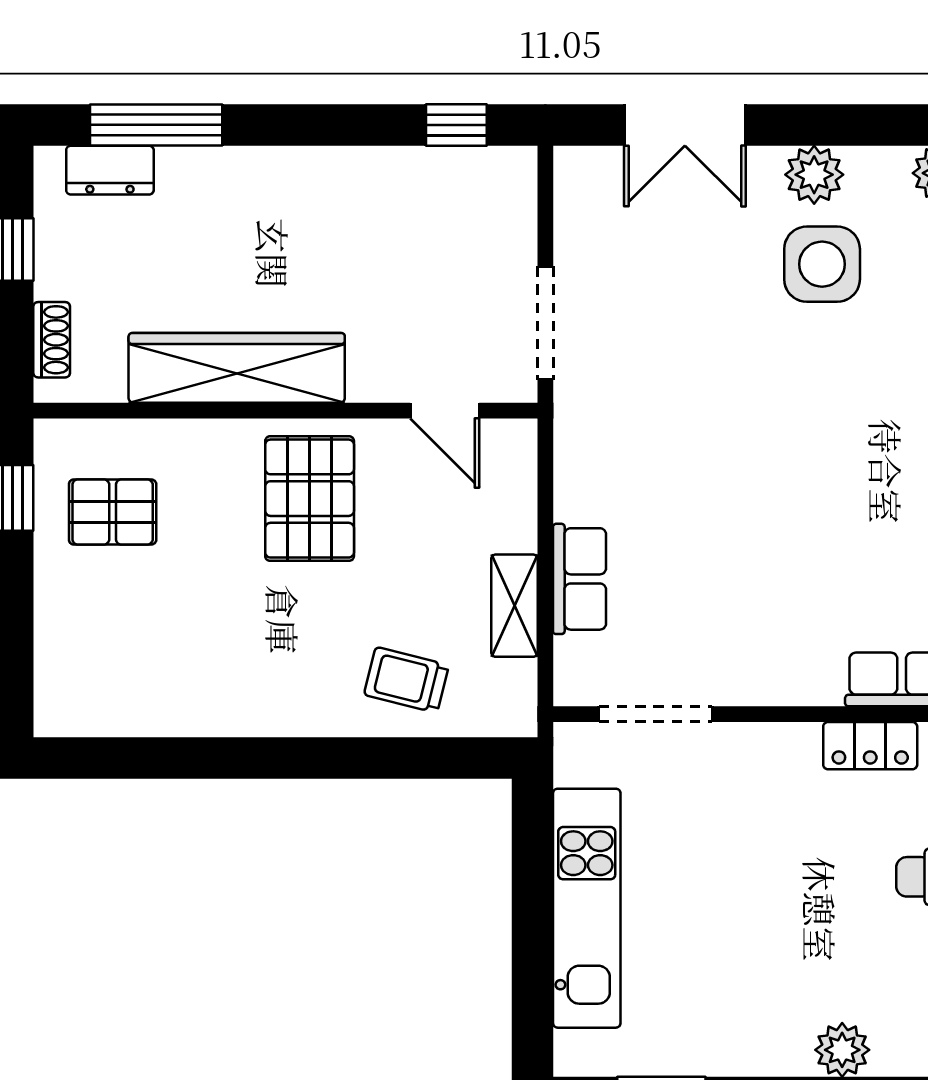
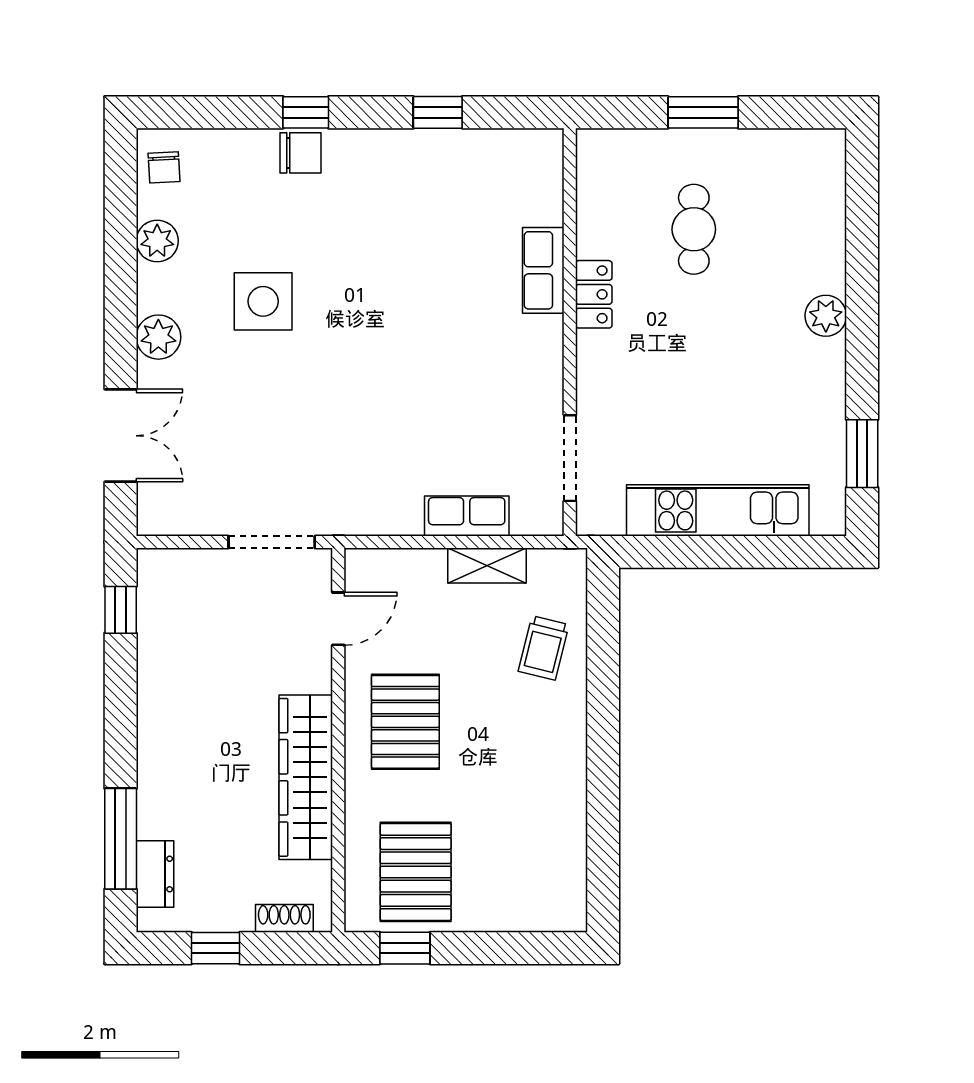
side table: (822, 264) -> (263, 301), moved
pallet: (310, 499) -> (405, 722), turned 90
pallet: (113, 512) -> (416, 872), width x1.50, depth x1.42

